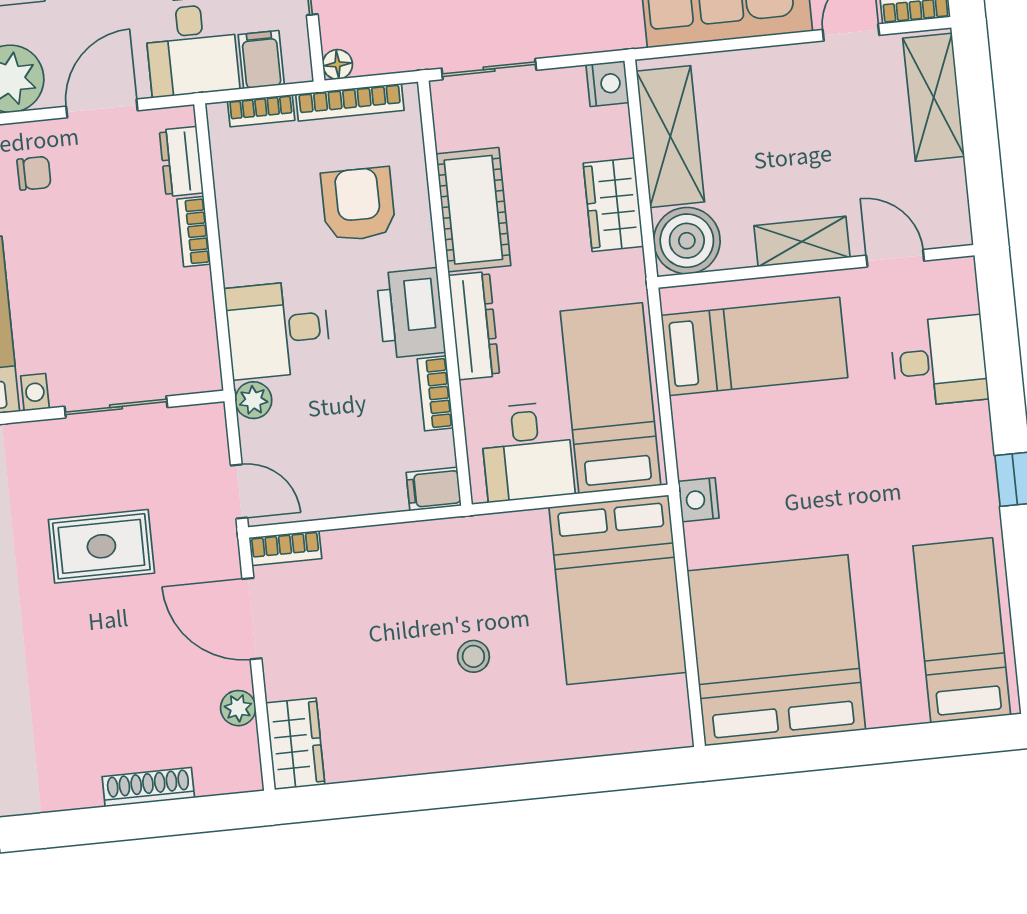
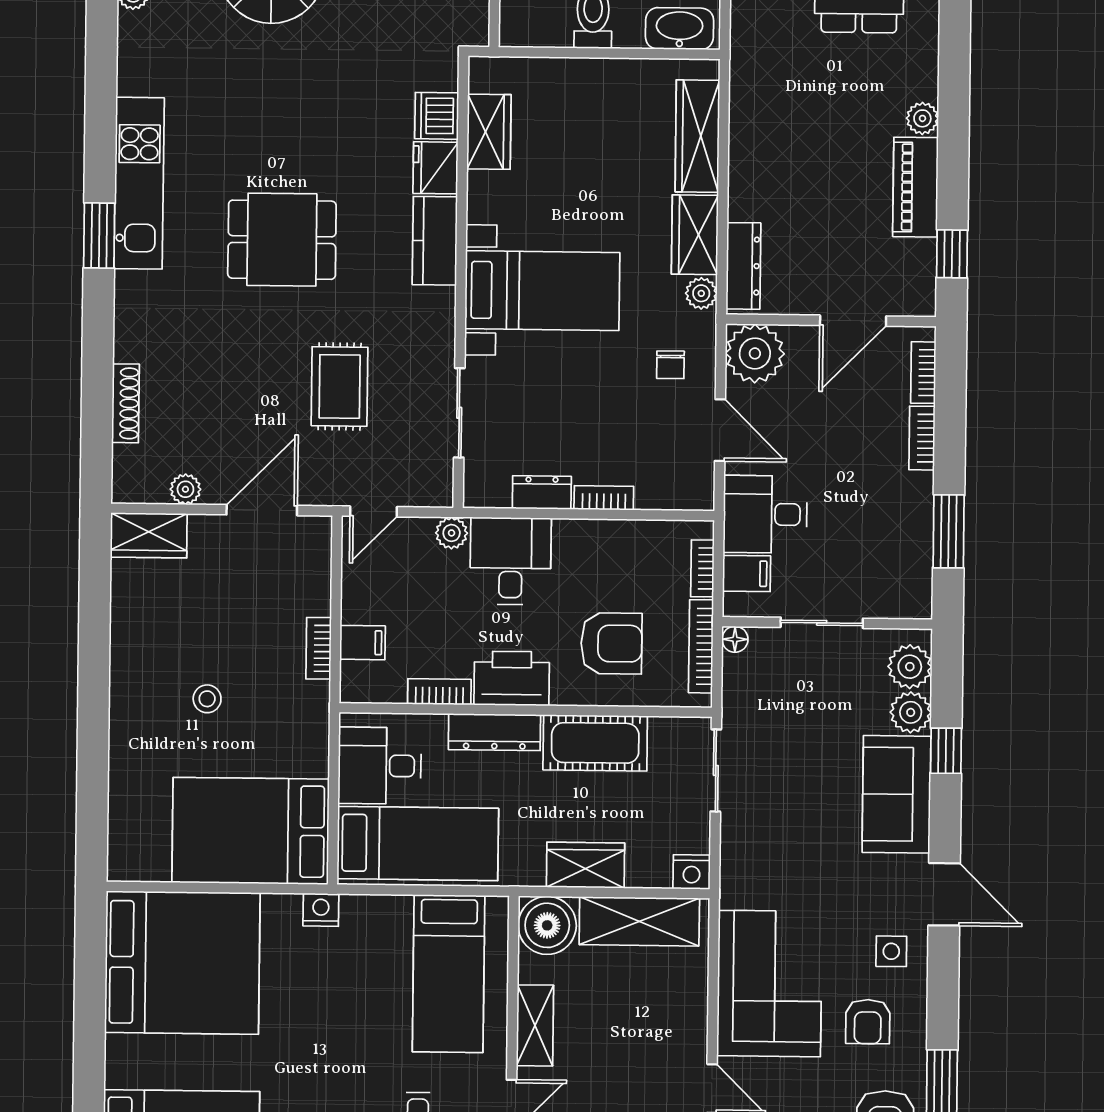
dresser: (181, 162) -> (542, 492), moved
filing cabinet: (434, 489) -> (363, 643), moved, turned 90
bookcase: (285, 548) -> (319, 648), moved

